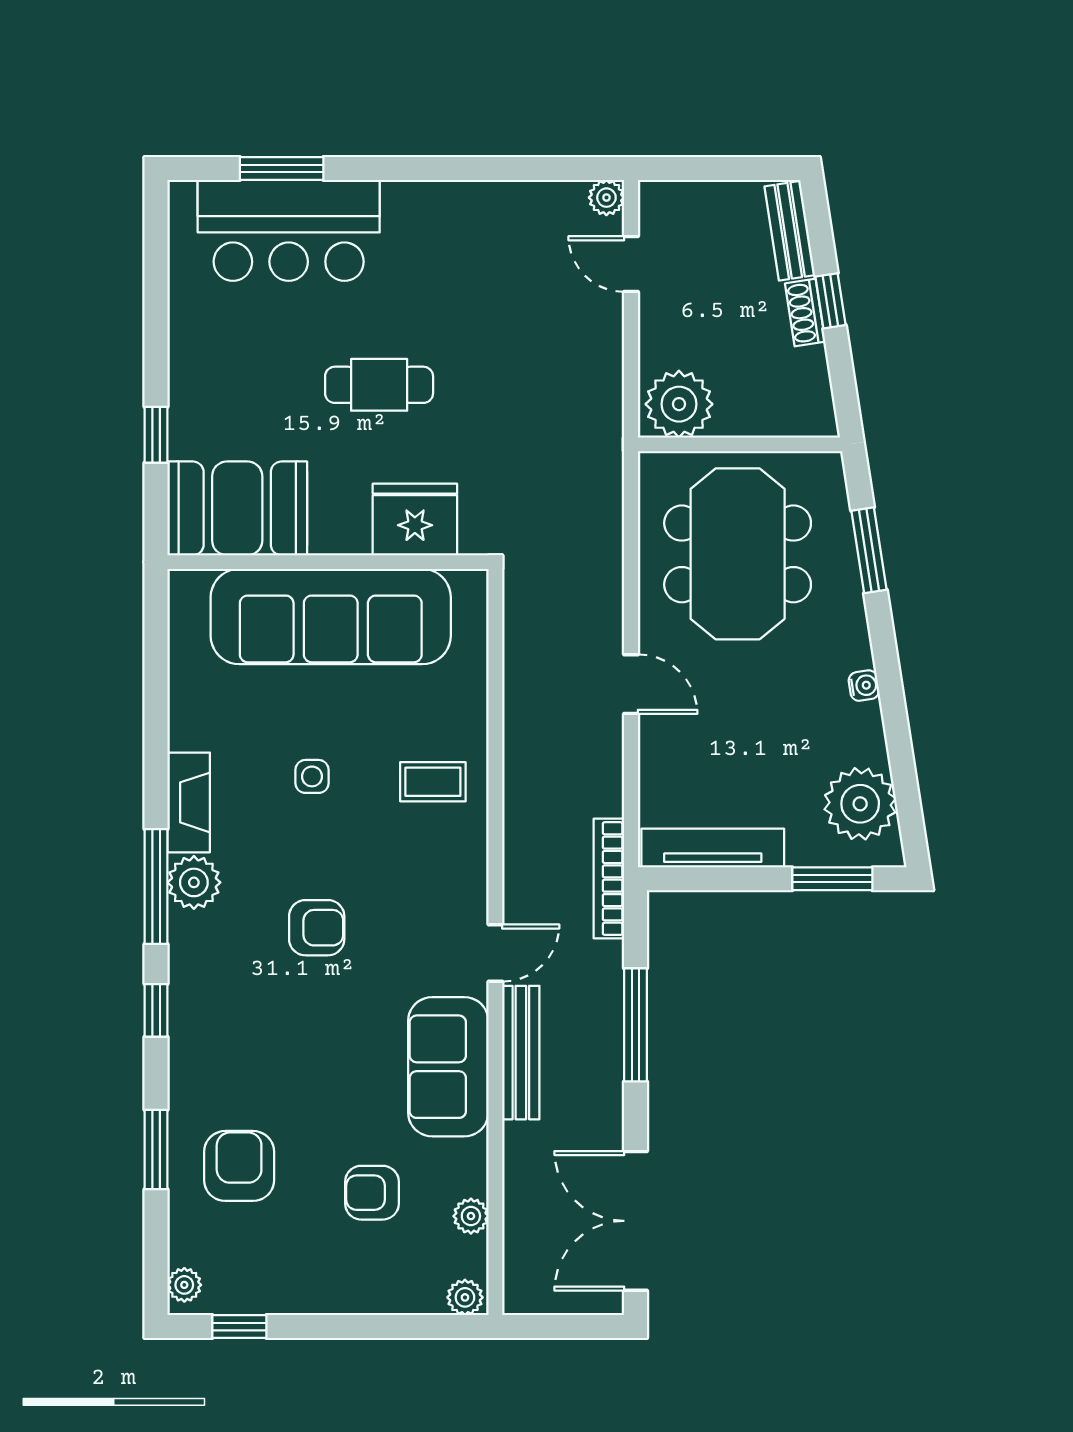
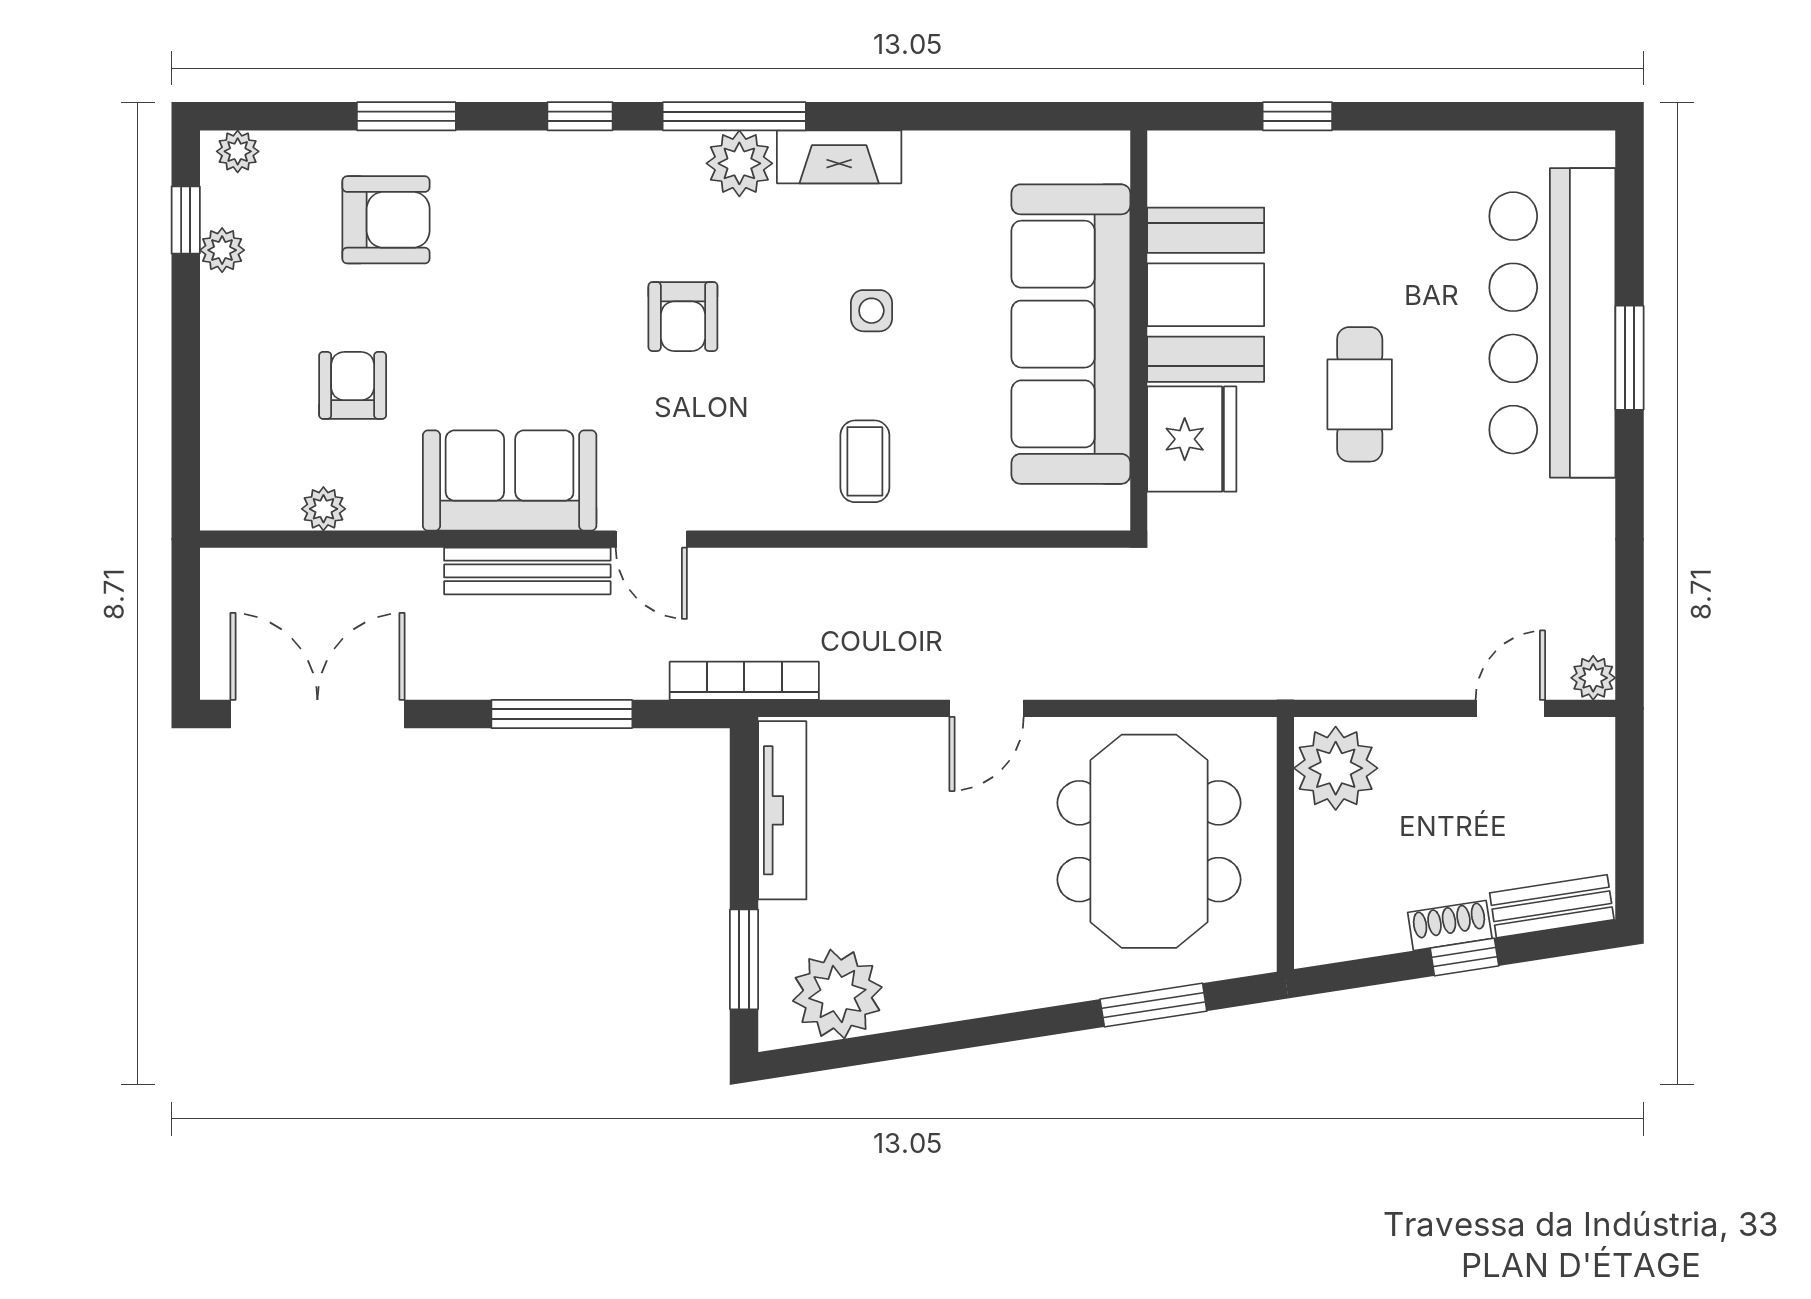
window: (282, 168) -> (1629, 358), moved
bar counter: (289, 230) -> (1552, 323), width x1.36
booth: (237, 508) -> (1206, 295), moved
meeting table: (738, 554) -> (1149, 841), turned 90
water cooler: (864, 686) -> (985, 999), removed
plant: (465, 1297) -> (222, 250), moved

